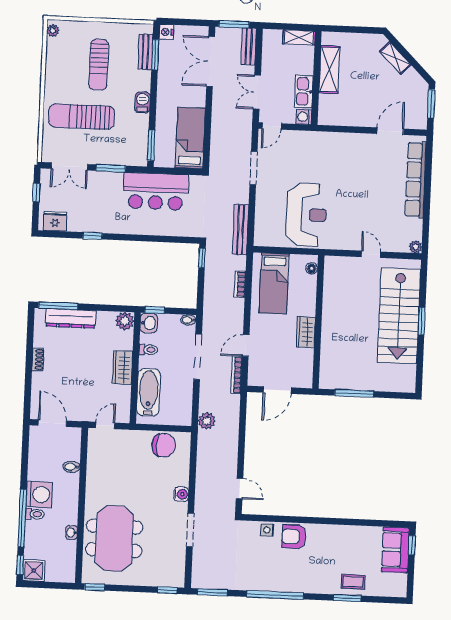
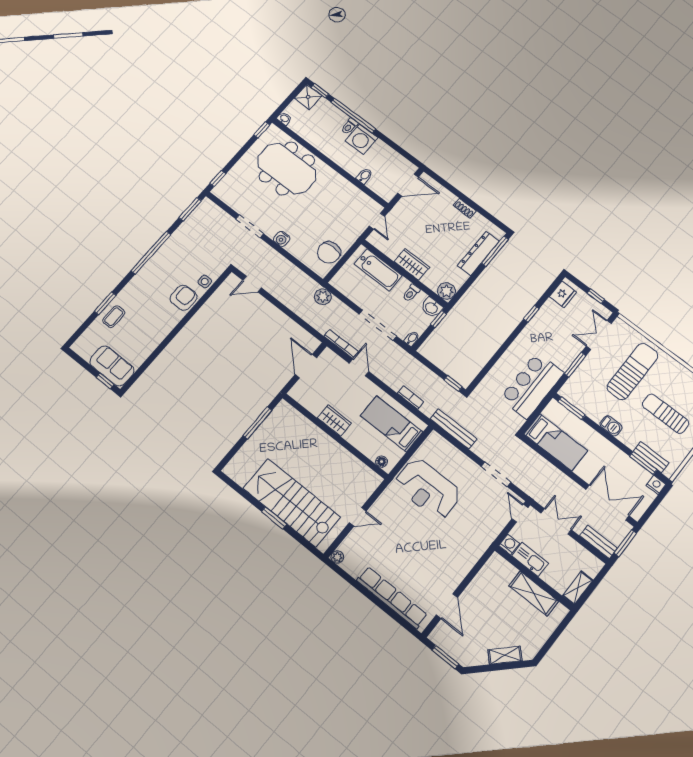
washbasin: (71, 532) -> (284, 119), moved

